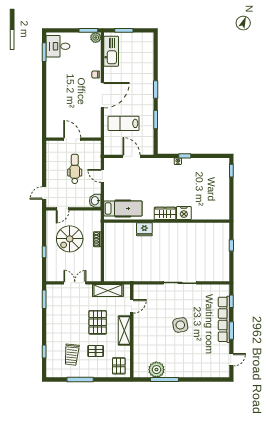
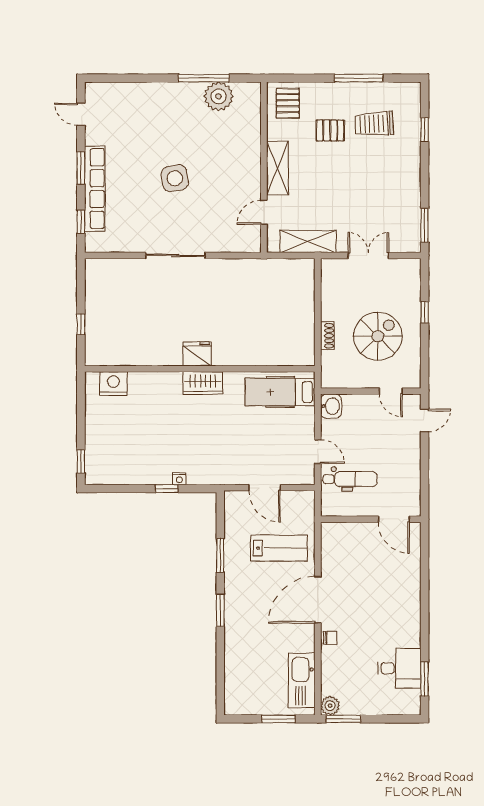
desk: (58, 46) -> (399, 668), moved
door: (72, 139) -> (394, 519), moved
dental chair: (75, 169) -> (350, 479), moved, turned -90
door: (63, 209) -> (391, 391), swing flipped
nightstand: (184, 213) -> (113, 384), moved
fridge: (144, 229) -> (197, 354), moved
double door: (75, 283) -> (368, 255), swing flipped
pallet: (98, 322) -> (327, 183), removed
trolley: (72, 355) -> (374, 124), turned -99
door: (231, 360) -> (81, 114), hinge flipped

